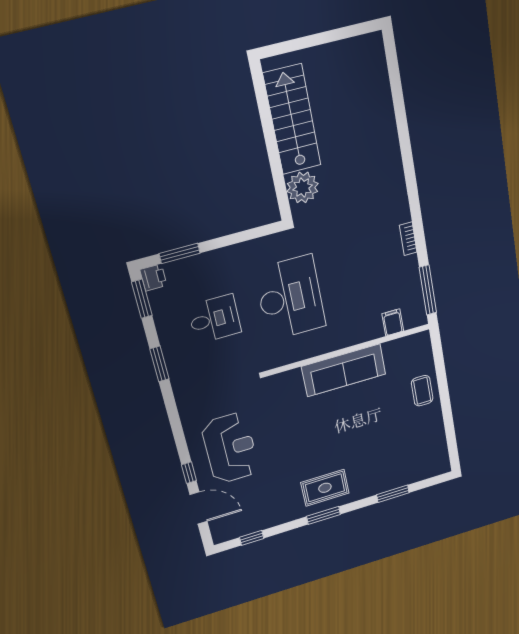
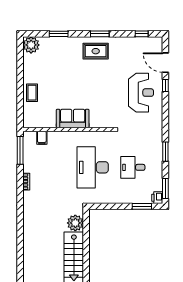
sofa: (344, 370) -> (73, 118), width x0.73
reception desk: (230, 448) -> (141, 93), turned 180
plant: (436, 463) -> (31, 45), added

